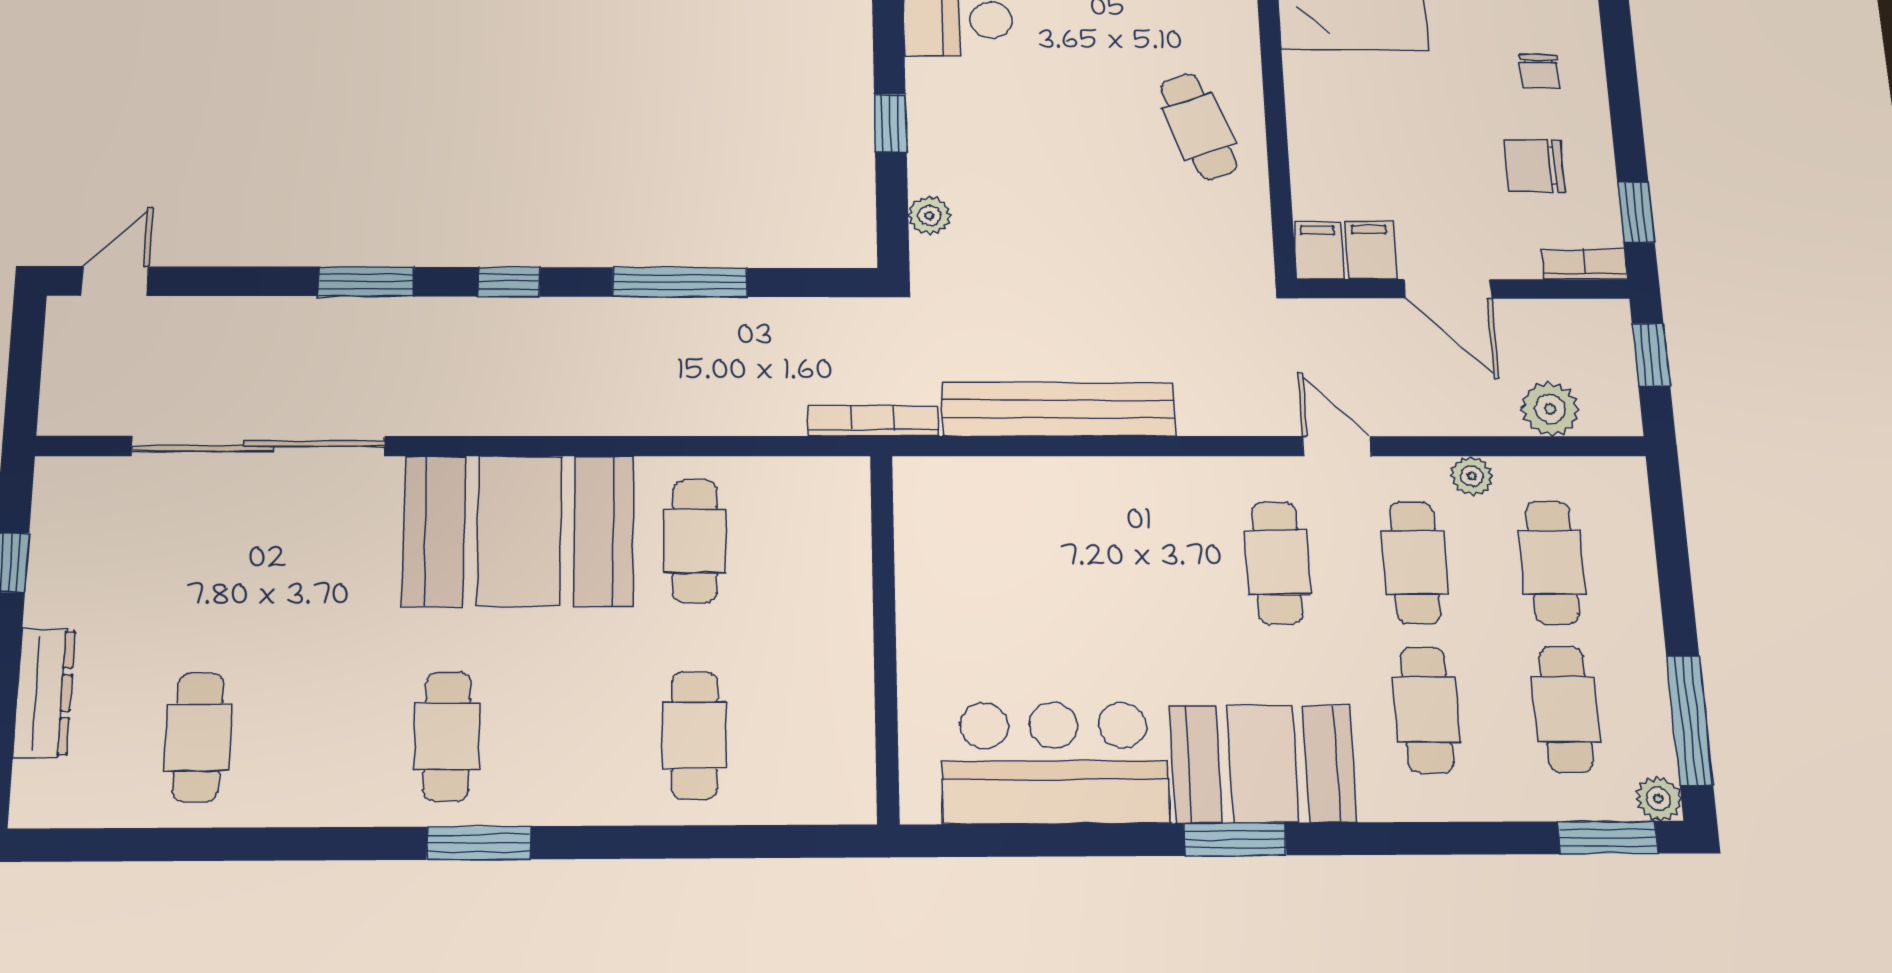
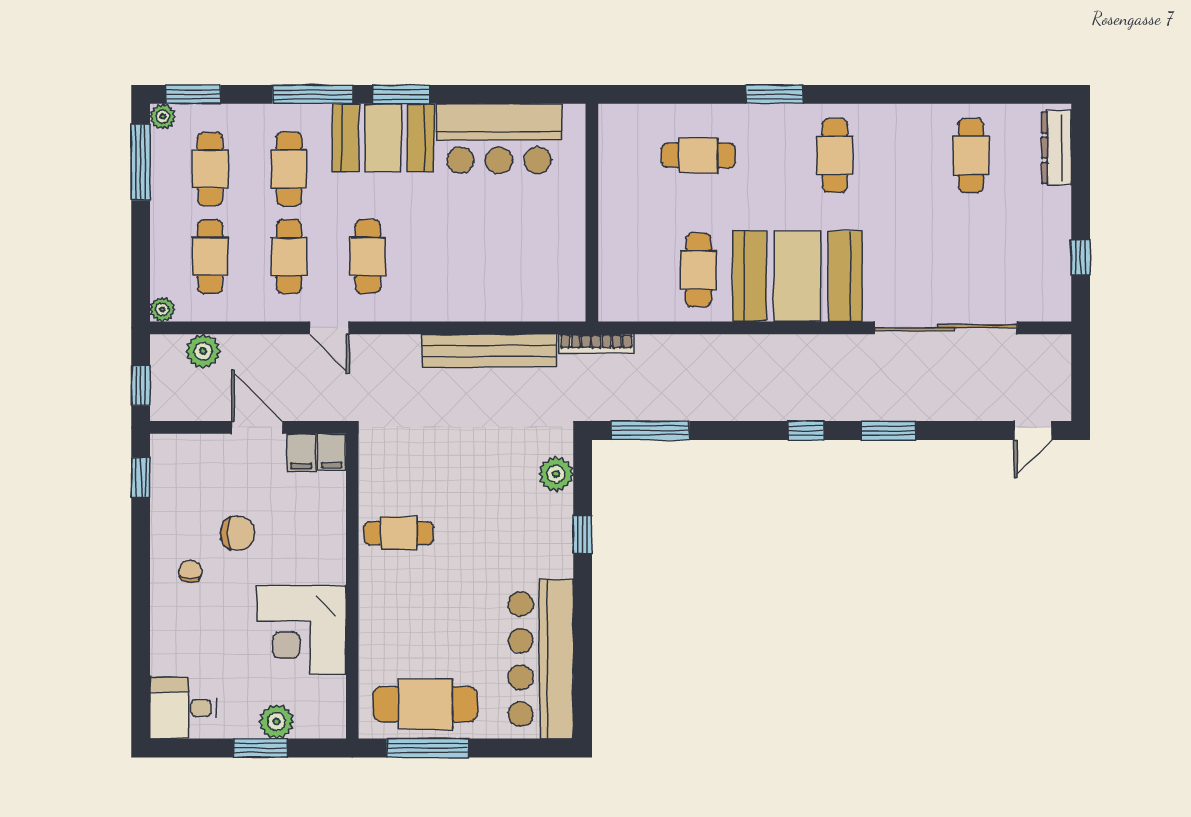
cafe table: (1199, 126) -> (399, 533), turned -70
chair: (1535, 166) -> (237, 533), moved
plant: (929, 215) -> (556, 474), width x1.38, depth x1.38
bookcase: (1584, 264) -> (175, 444), removed
window: (680, 282) -> (650, 431), moved
plant: (1472, 476) -> (162, 309), moved
dresser: (44, 693) -> (1057, 148), moved
cafe table: (695, 735) -> (698, 155), turned 90
window: (1394, 839) -> (313, 94), added
window: (479, 843) -> (775, 94), moved

